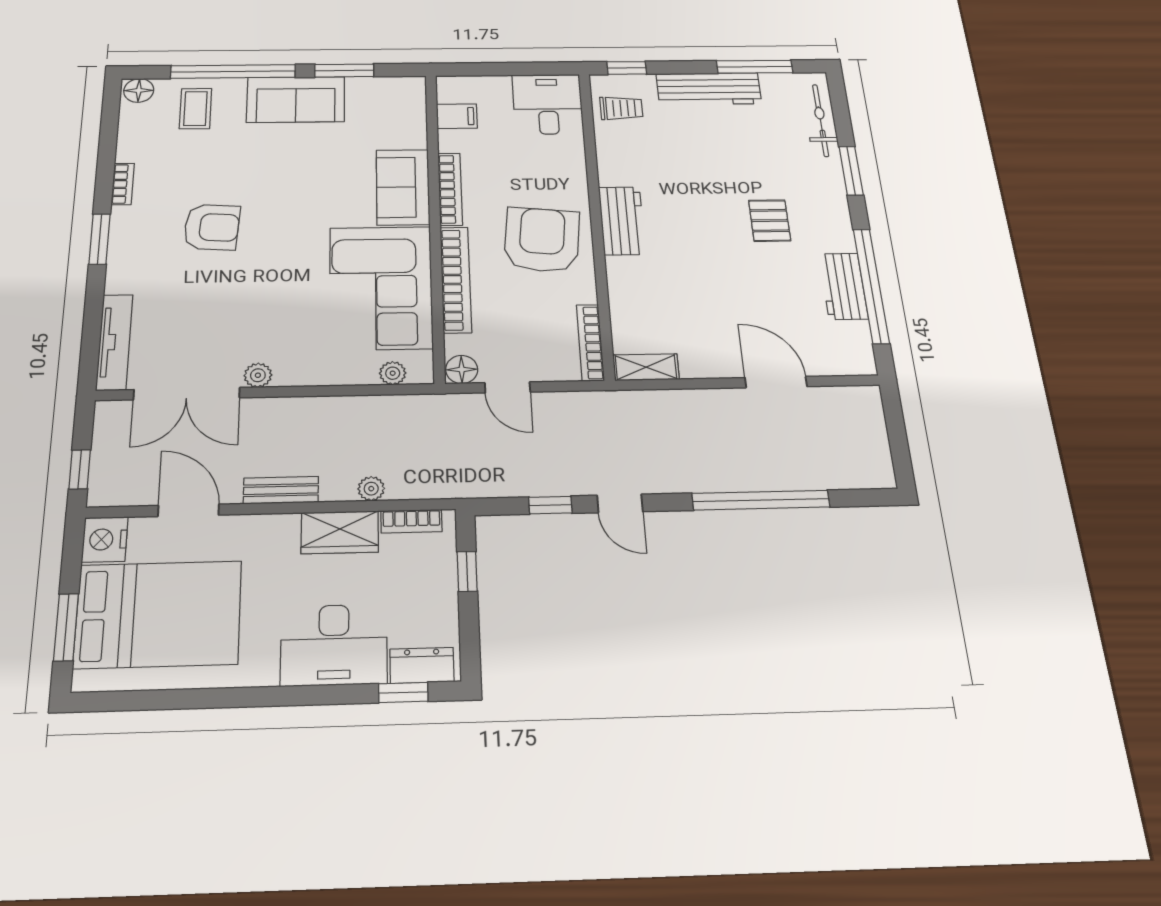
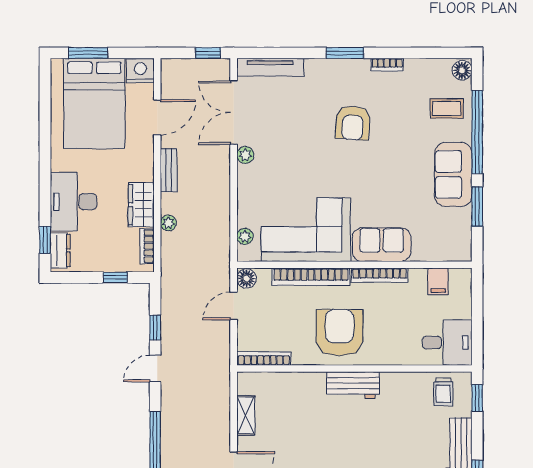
armchair: (542, 240) -> (340, 333), turned -96
shelving: (646, 367) -> (246, 415), moved
window: (80, 469) -> (208, 53), moved

